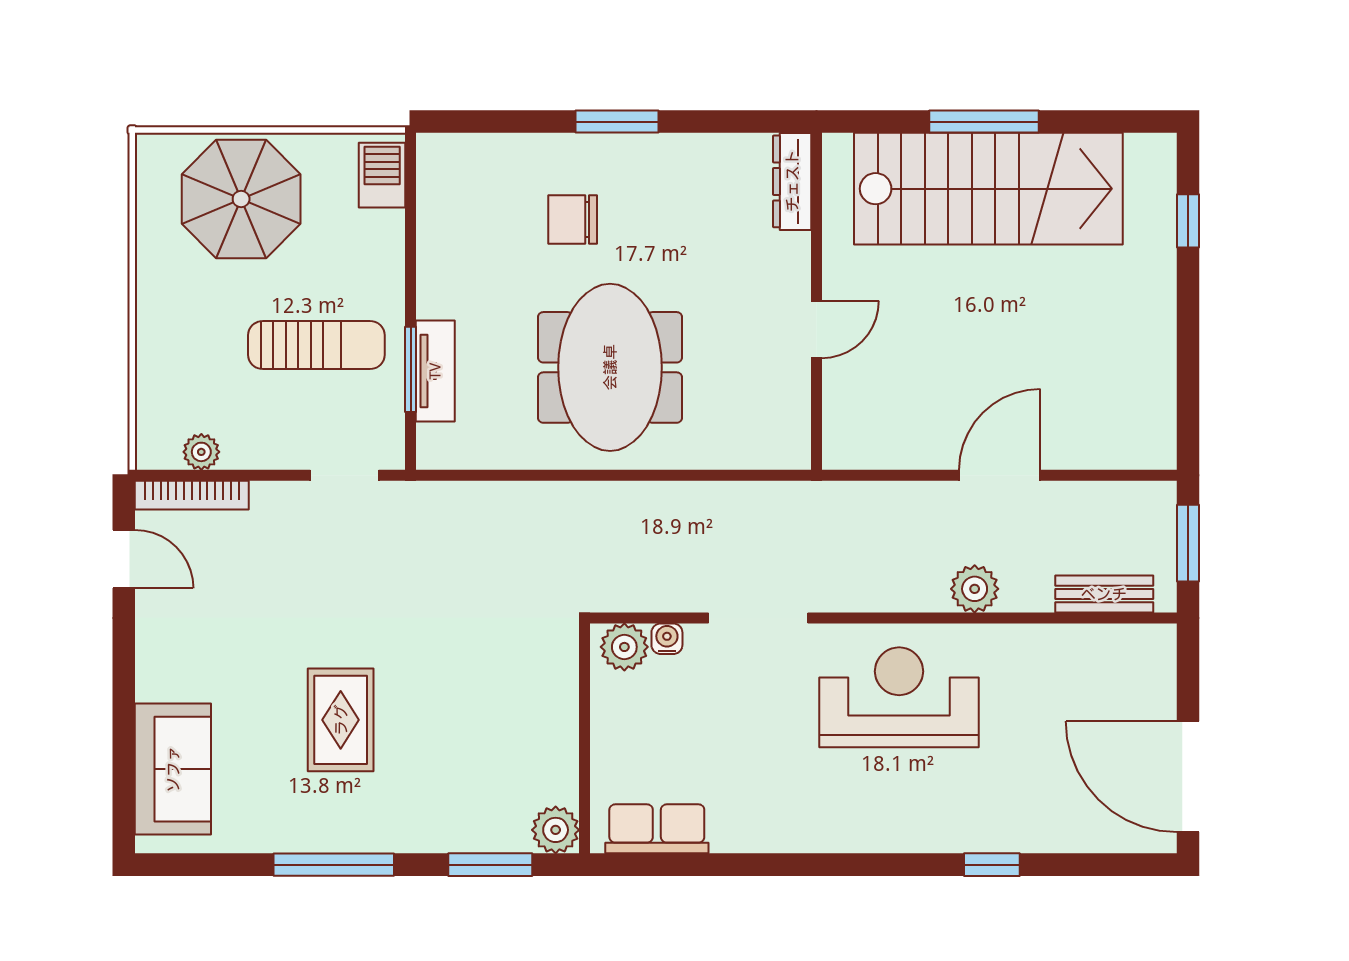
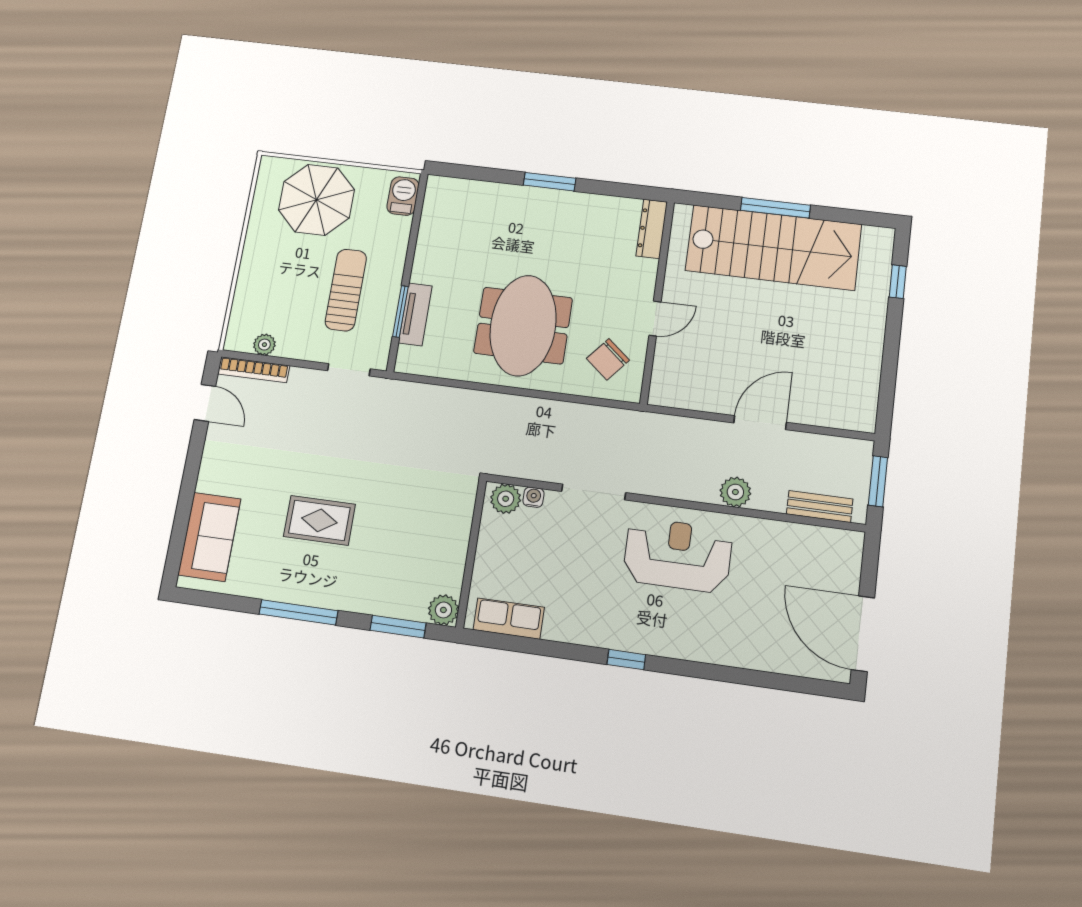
chair: (573, 220) -> (608, 359), moved, turned -50
sun lounger: (316, 345) -> (346, 290), turned -90
rug: (341, 720) -> (319, 520), turned 90
window: (992, 865) -> (626, 660), moved

